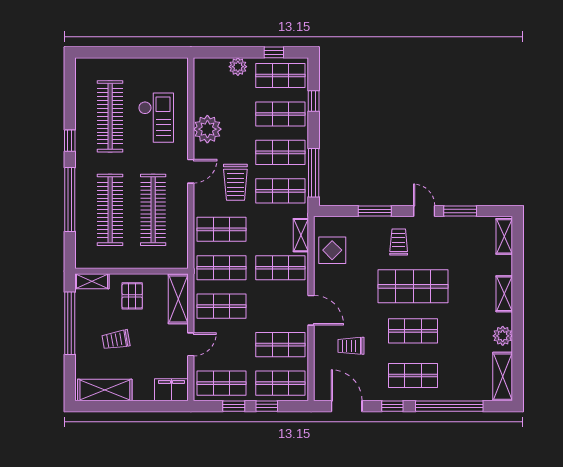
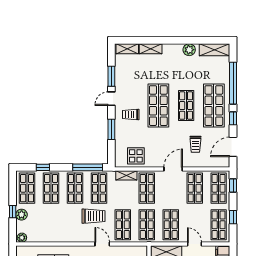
window: (274, 52) -> (13, 212), moved
plant: (207, 129) -> (22, 238), moved, width x0.53, depth x0.53
door: (191, 171) -> (102, 244), moved
shelving: (504, 294) -> (151, 49), moved
shop shelf: (413, 375) -> (214, 106), width x1.43, depth x1.36
window: (267, 406) -> (233, 185), moved

